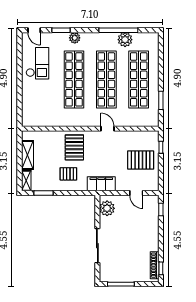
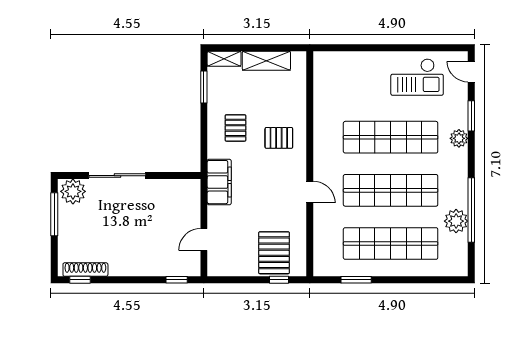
door: (34, 30) -> (471, 72), hinge flipped
door: (107, 129) -> (310, 192), hinge flipped
pallet: (74, 147) -> (279, 138), width x0.67, depth x0.71
pallet: (141, 160) -> (274, 253), moved
plant: (107, 208) -> (73, 191), moved

